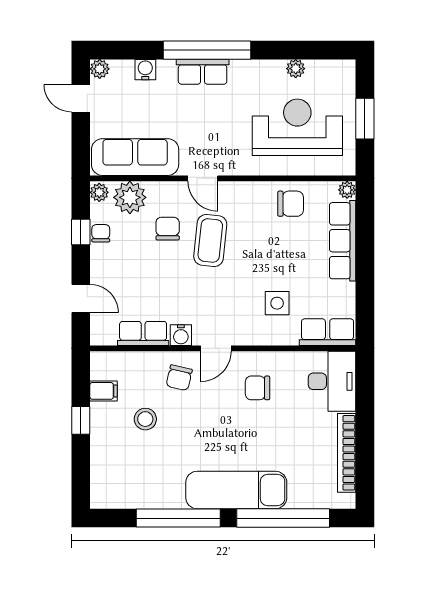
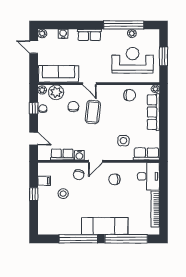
window: (207, 50) -> (124, 25), moved

